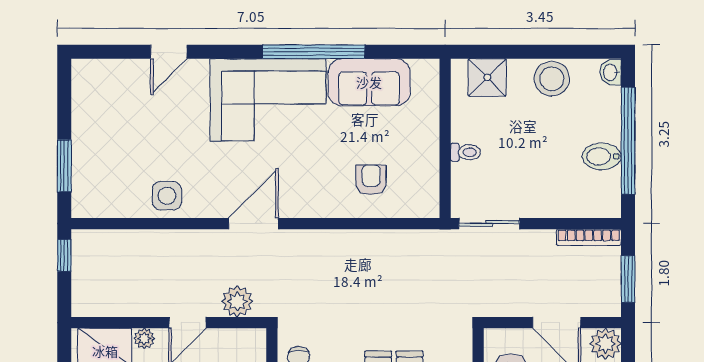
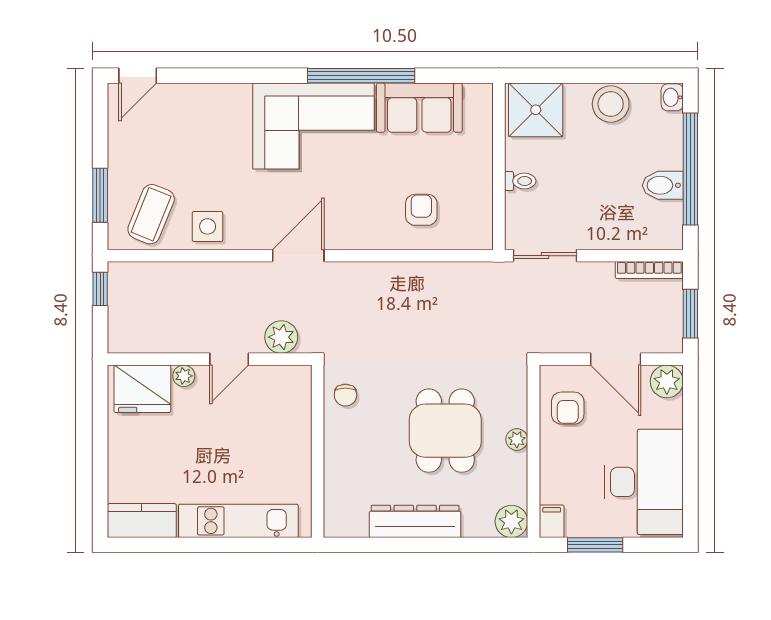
door: (169, 52) -> (138, 76), moved
shower: (487, 77) -> (536, 110), width x1.36, depth x1.36
coffee table: (113, 184) -> (151, 214), added

